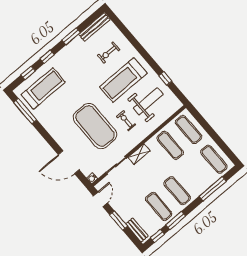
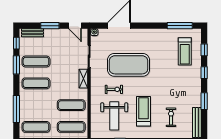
treadmill: (123, 80) -> (143, 111), width x0.73, depth x0.73
treadmill: (43, 88) -> (185, 51), width x0.73, depth x0.73

